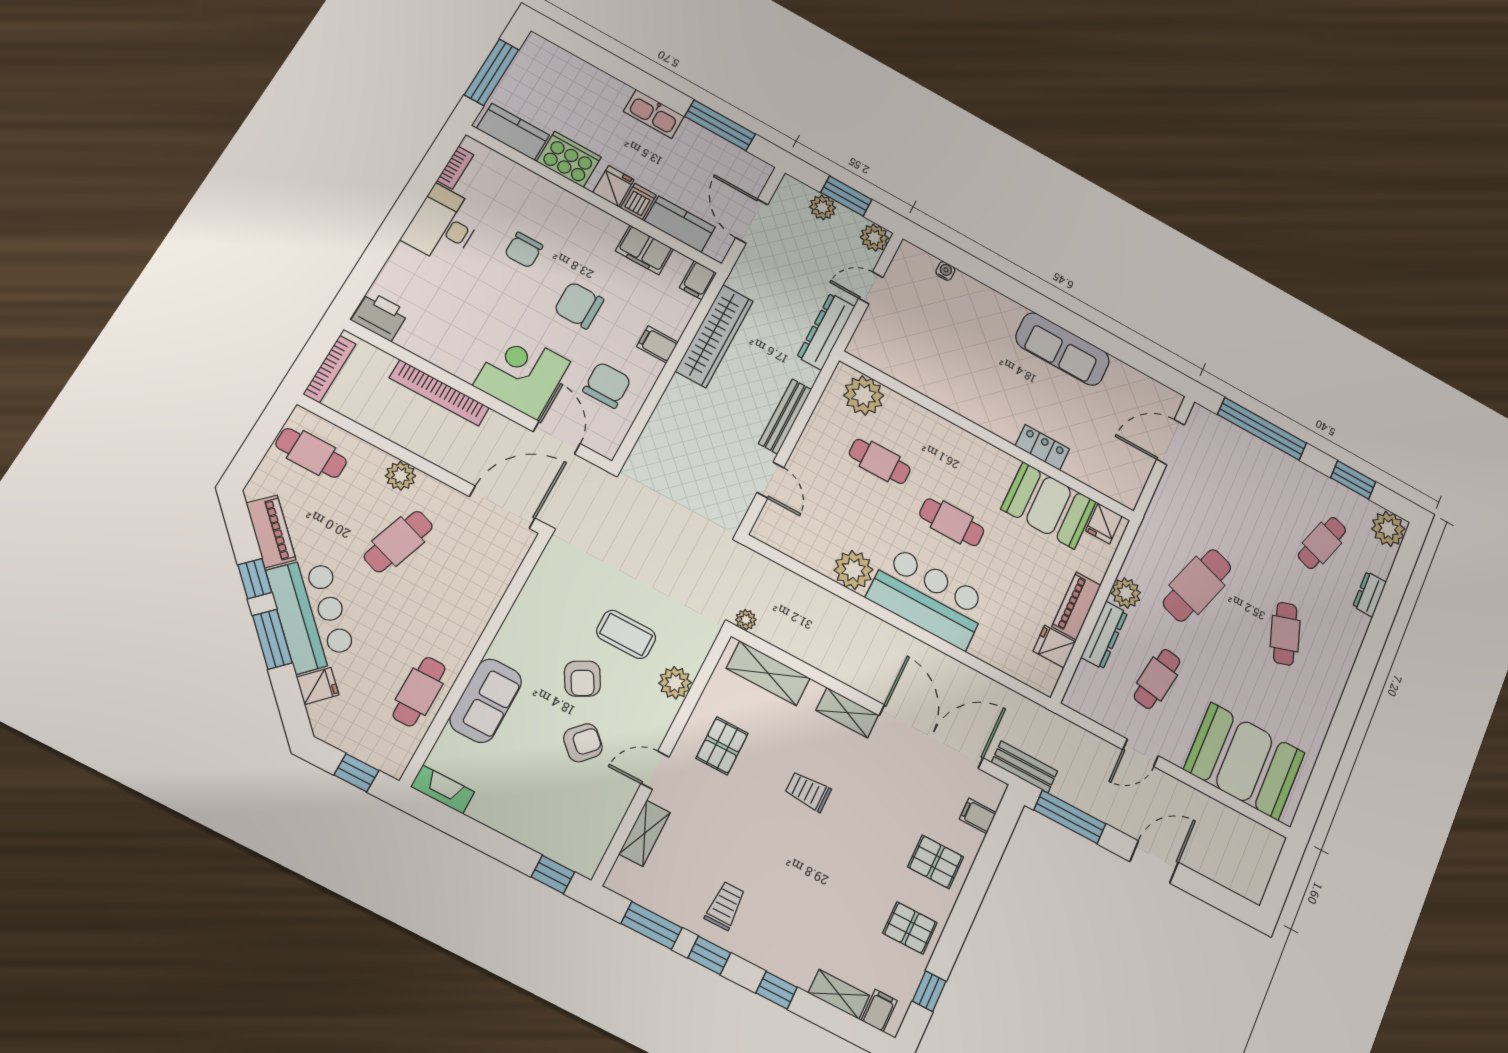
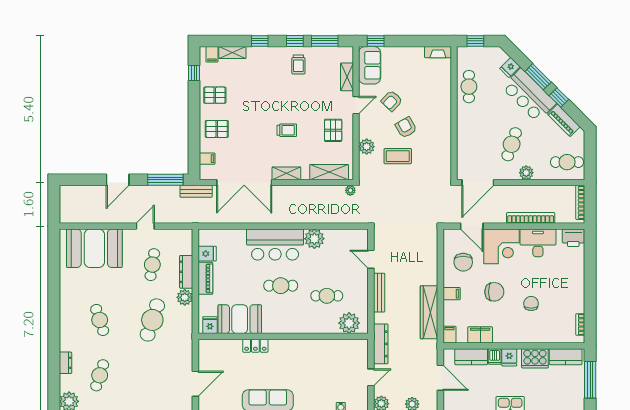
desk: (443, 225) -> (538, 243), moved, turned -90
sofa: (486, 701) -> (370, 65), moved, turned 180

